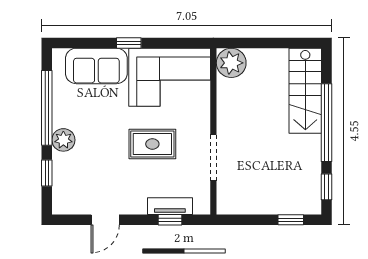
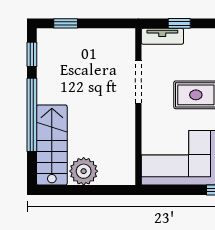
plant: (231, 63) -> (84, 171), moved
tv unit: (170, 206) -> (162, 36), moved

